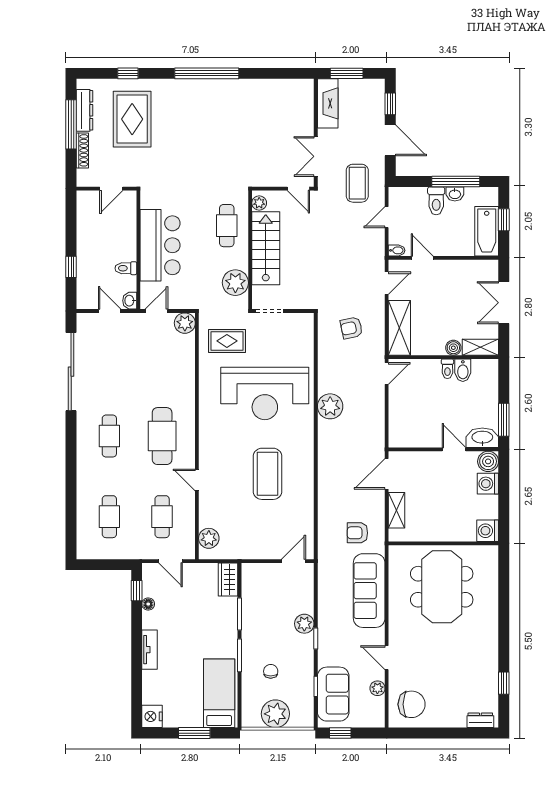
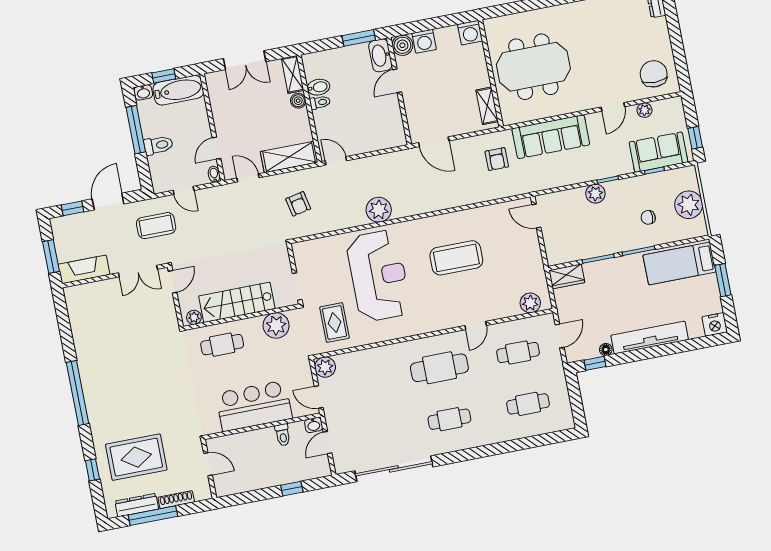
washbasin: (455, 194) -> (143, 92), moved, turned 90
shelving: (396, 510) -> (487, 106), moved, turned 90
tv unit: (150, 650) -> (650, 337), width x1.92, depth x1.29

